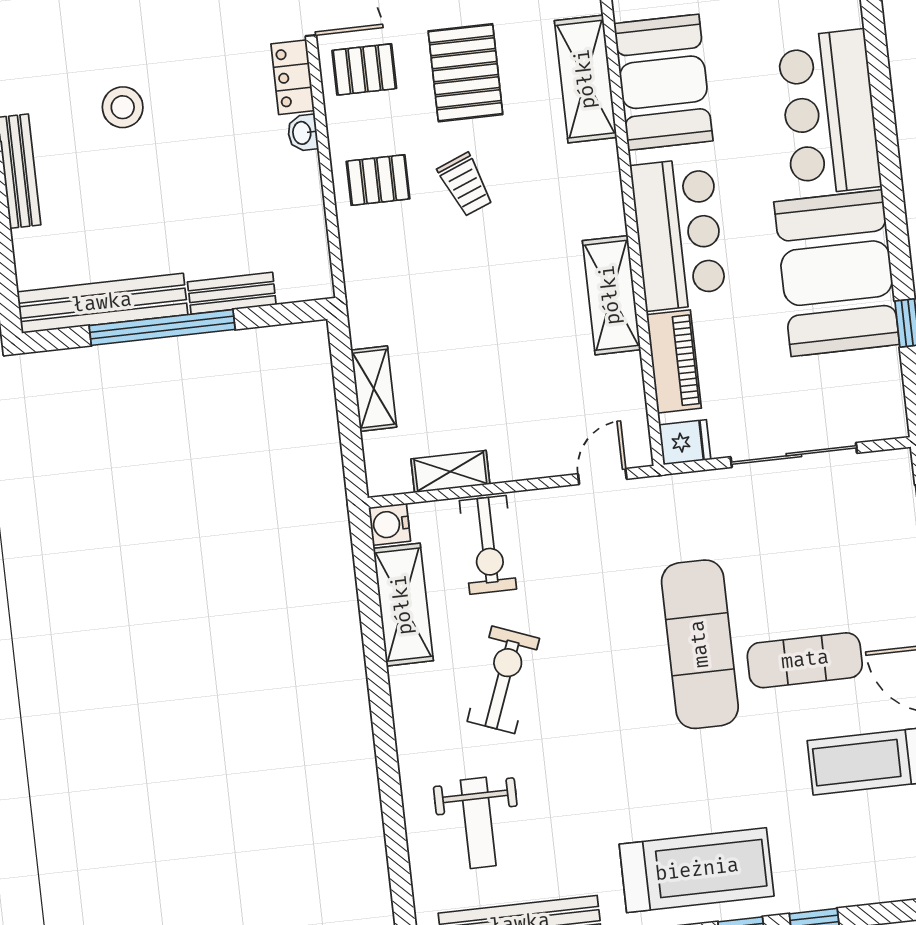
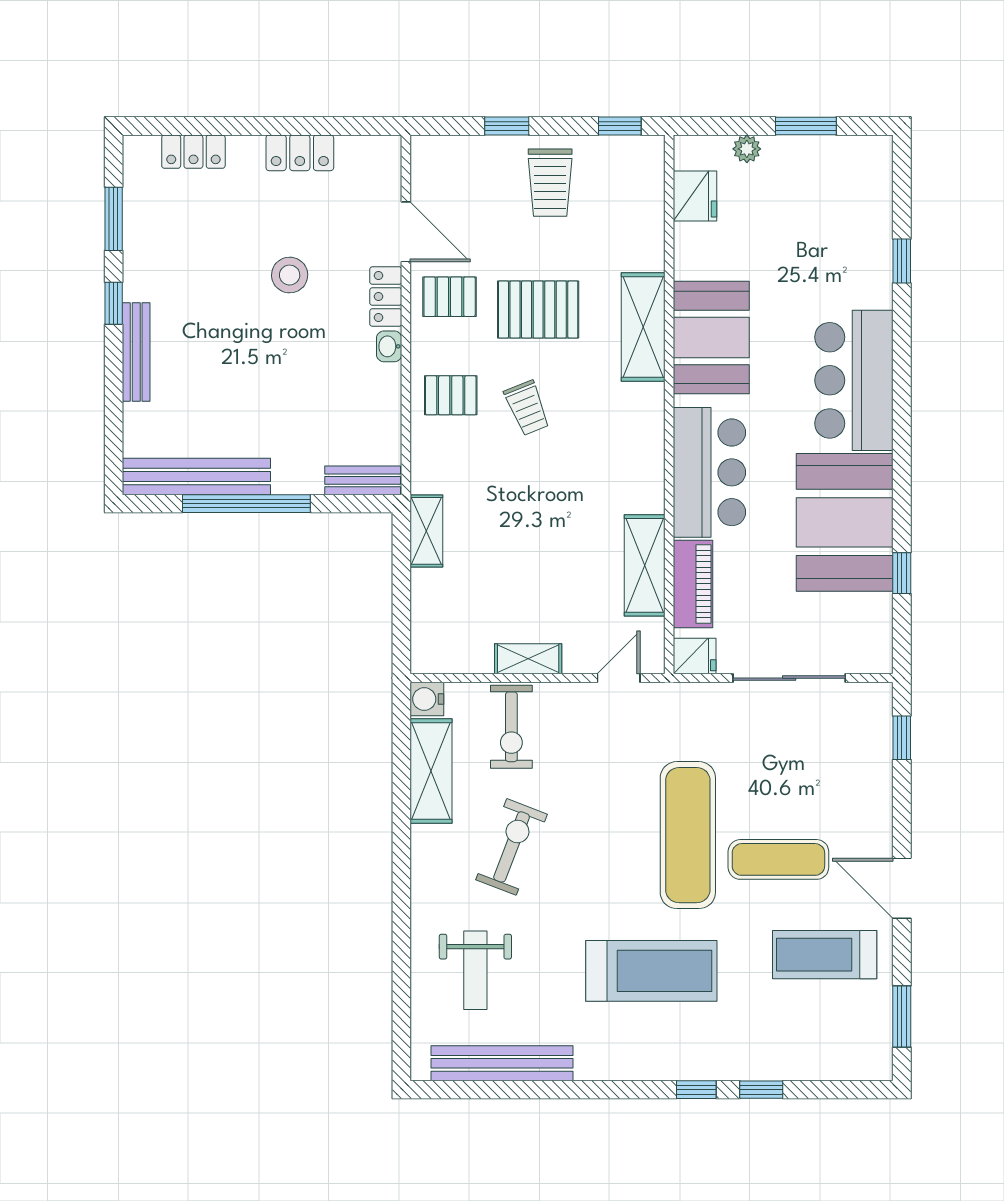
pallet: (465, 73) -> (538, 310), turned 90
stool: (123, 107) -> (290, 275), moved
bench: (232, 293) -> (363, 480), moved
shelving: (611, 295) -> (645, 565), moved
shelving: (374, 389) -> (426, 531), moved
shelving: (450, 472) -> (528, 659), moved
treadmill: (697, 870) -> (651, 971), moved

